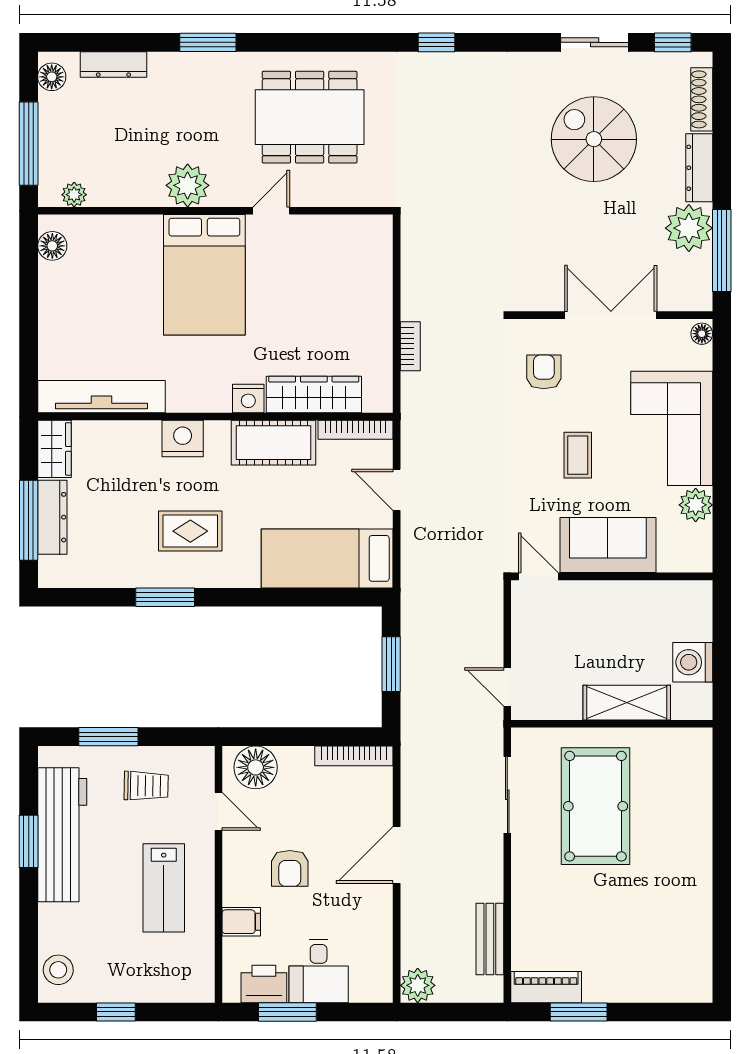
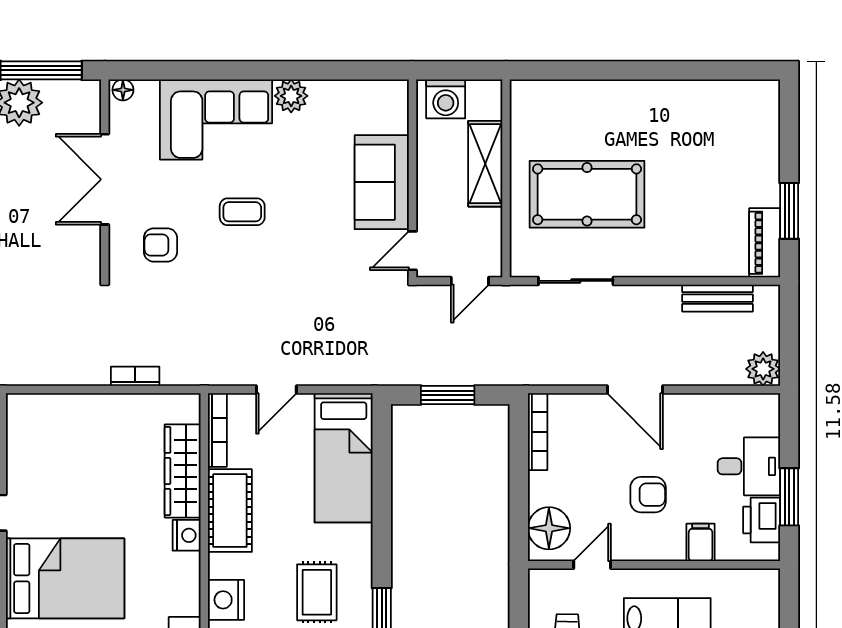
sofa: (608, 545) -> (382, 182), moved
door: (538, 576) -> (413, 251), moved
wall: (612, 576) -> (413, 178), moved

